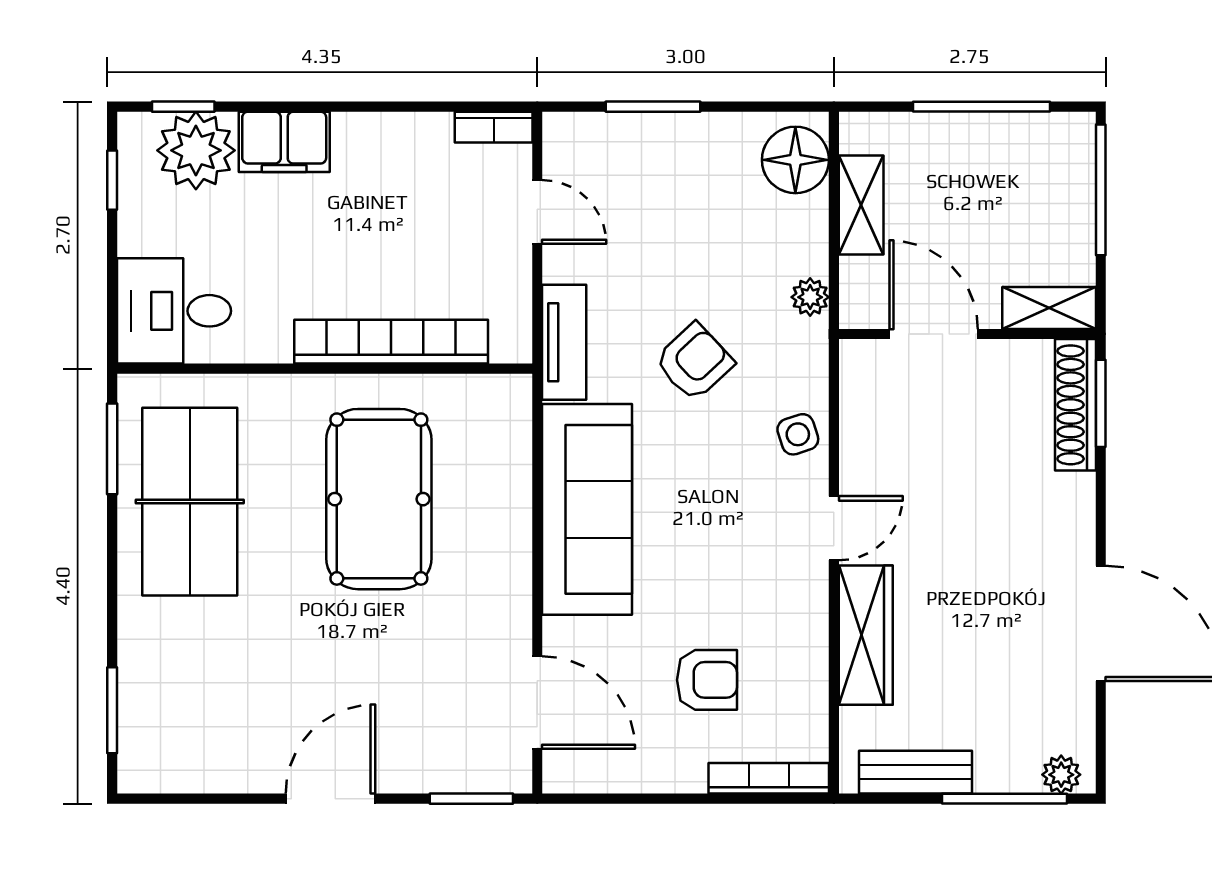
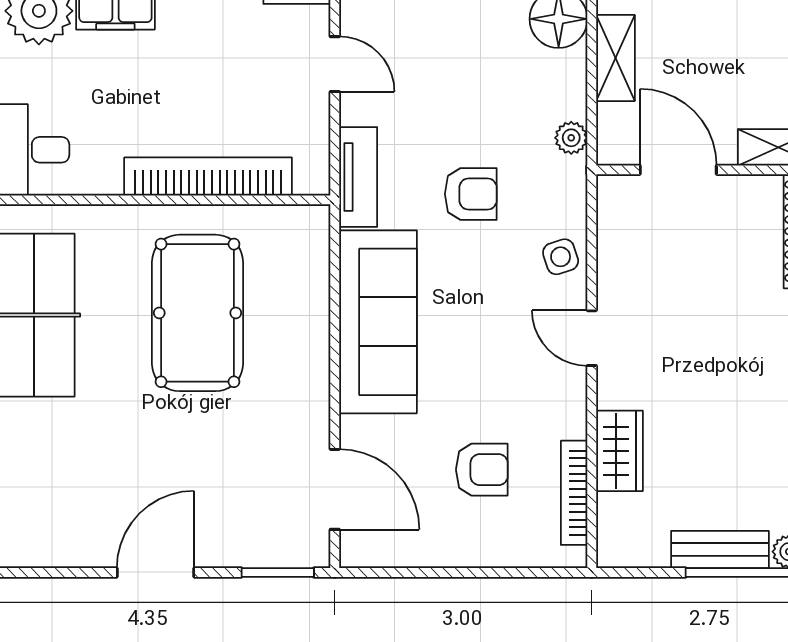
armchair: (694, 362) -> (471, 194), turned 43
door: (834, 528) -> (592, 338), swing flipped
wardrobe: (866, 635) -> (619, 451), width x0.67
bench: (916, 772) -> (720, 550), moved
bookcase: (769, 778) -> (574, 493), moved, turned -90

